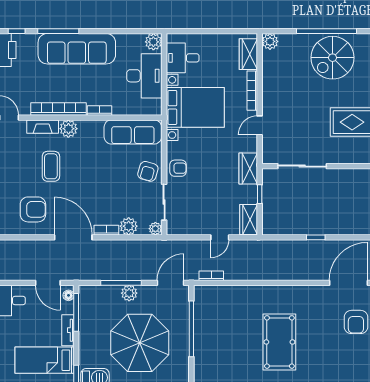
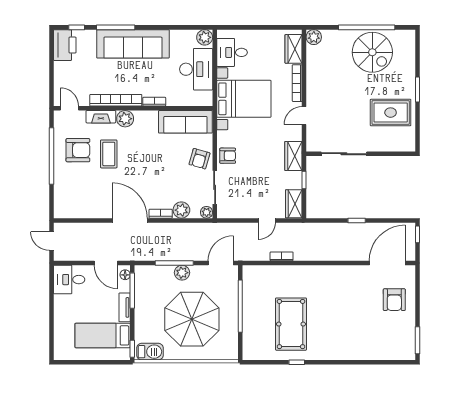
spiral stairs: (333, 58) -> (372, 52), turned -90
armchair: (33, 209) -> (78, 150), moved
bookcase: (211, 276) -> (282, 256), moved
pool table: (279, 342) -> (291, 324), moved

